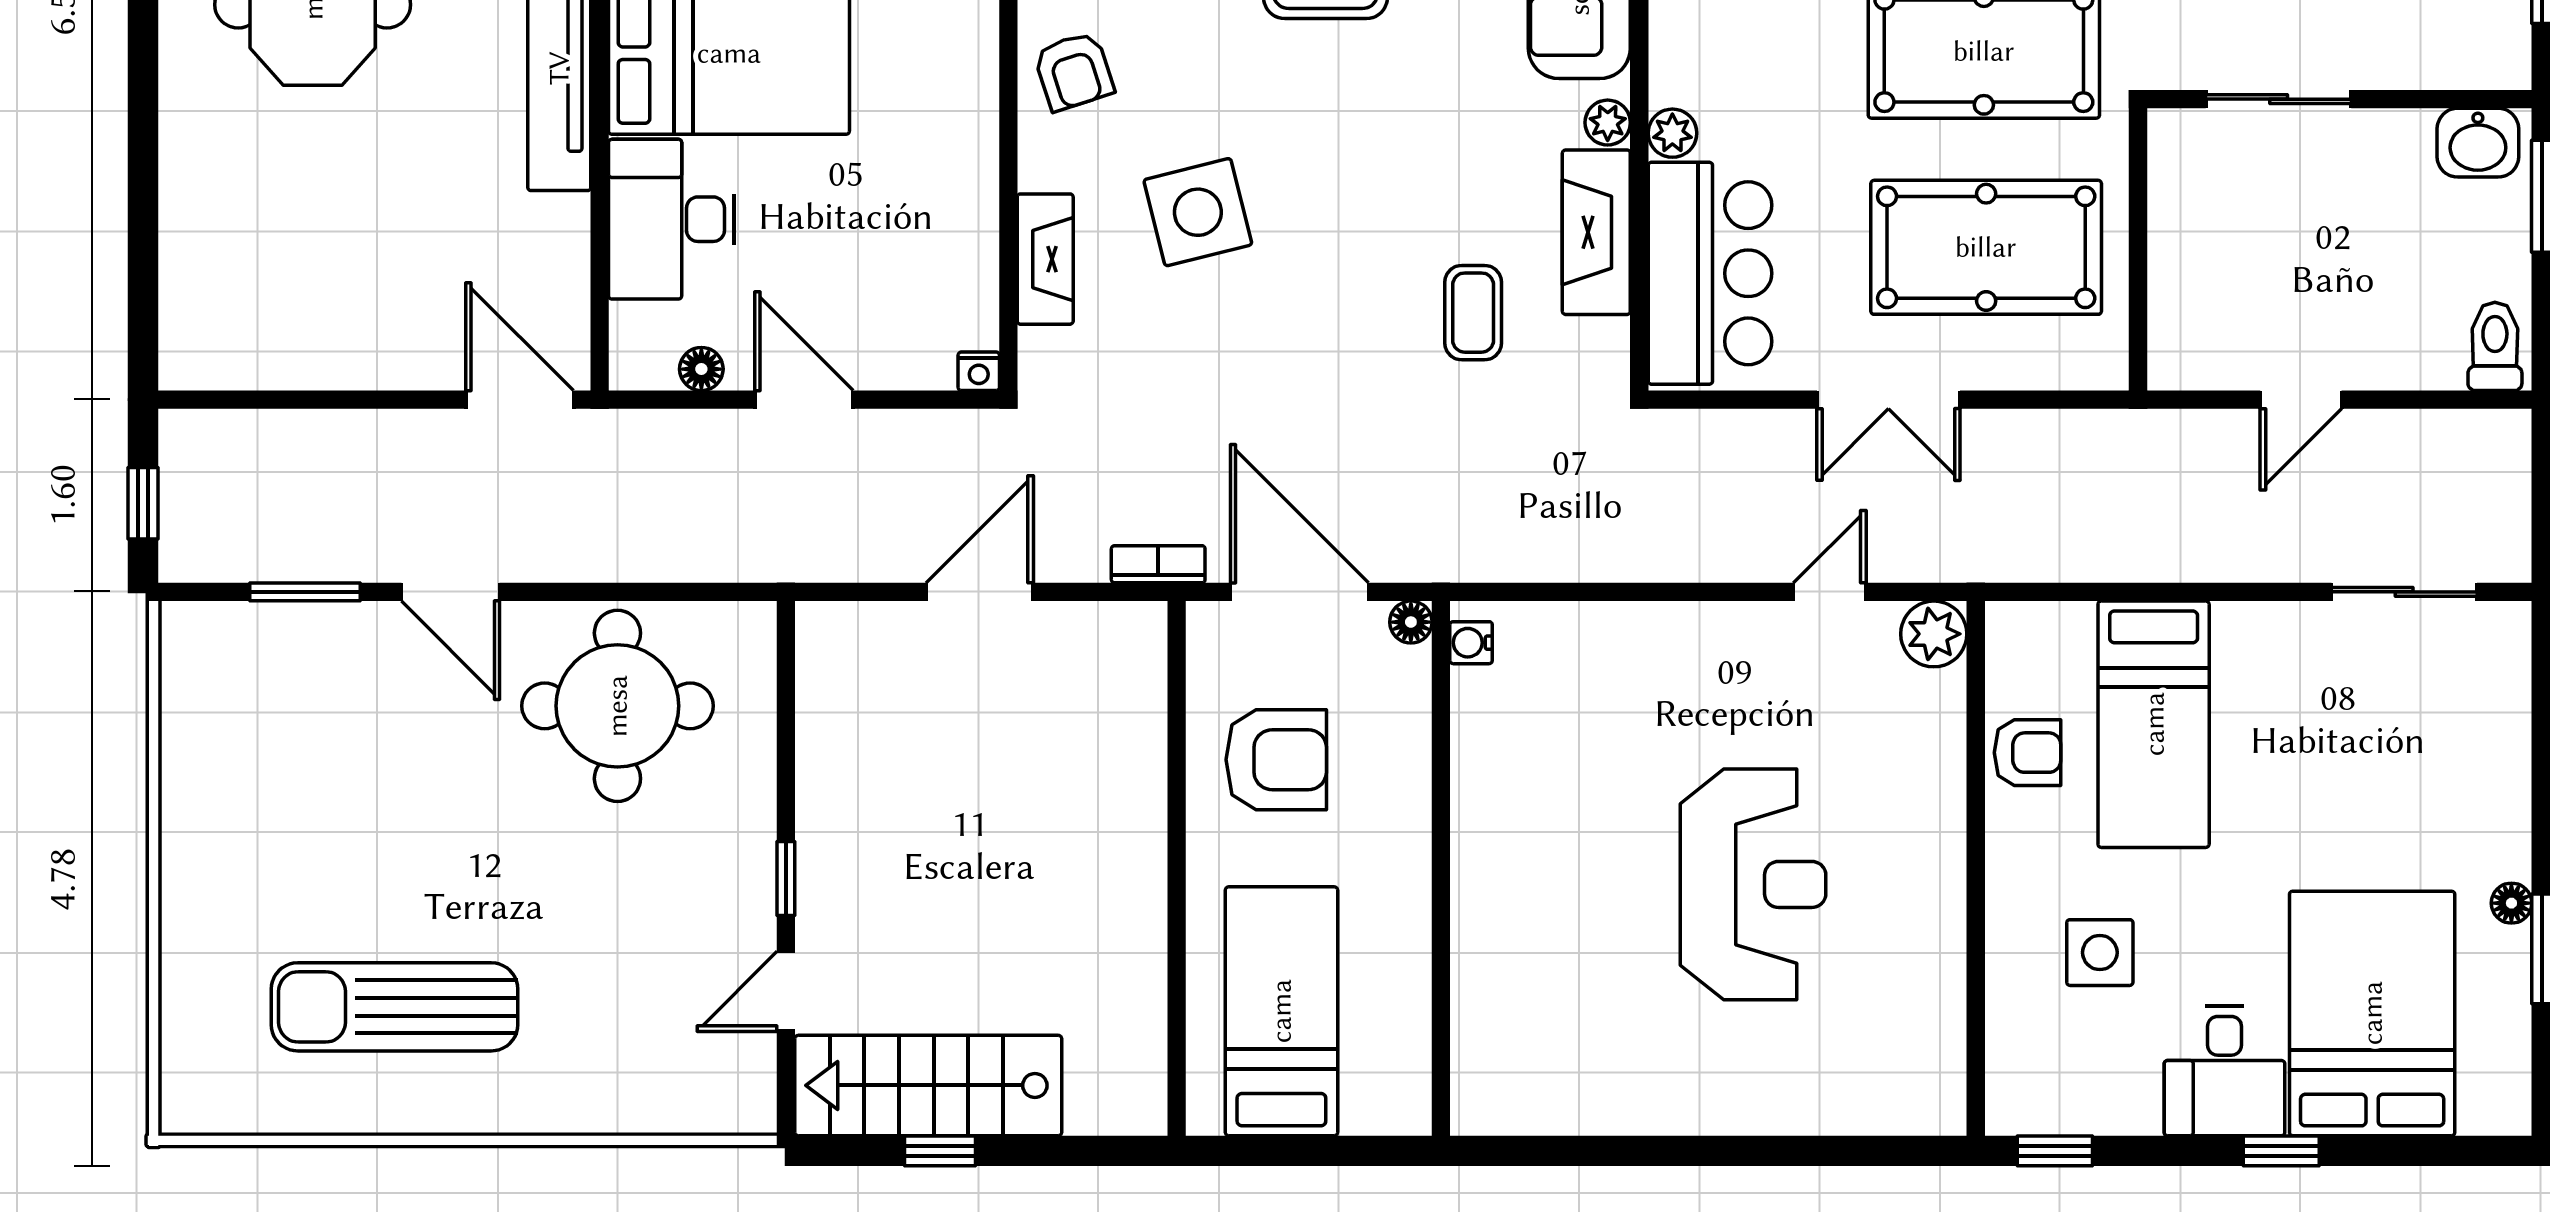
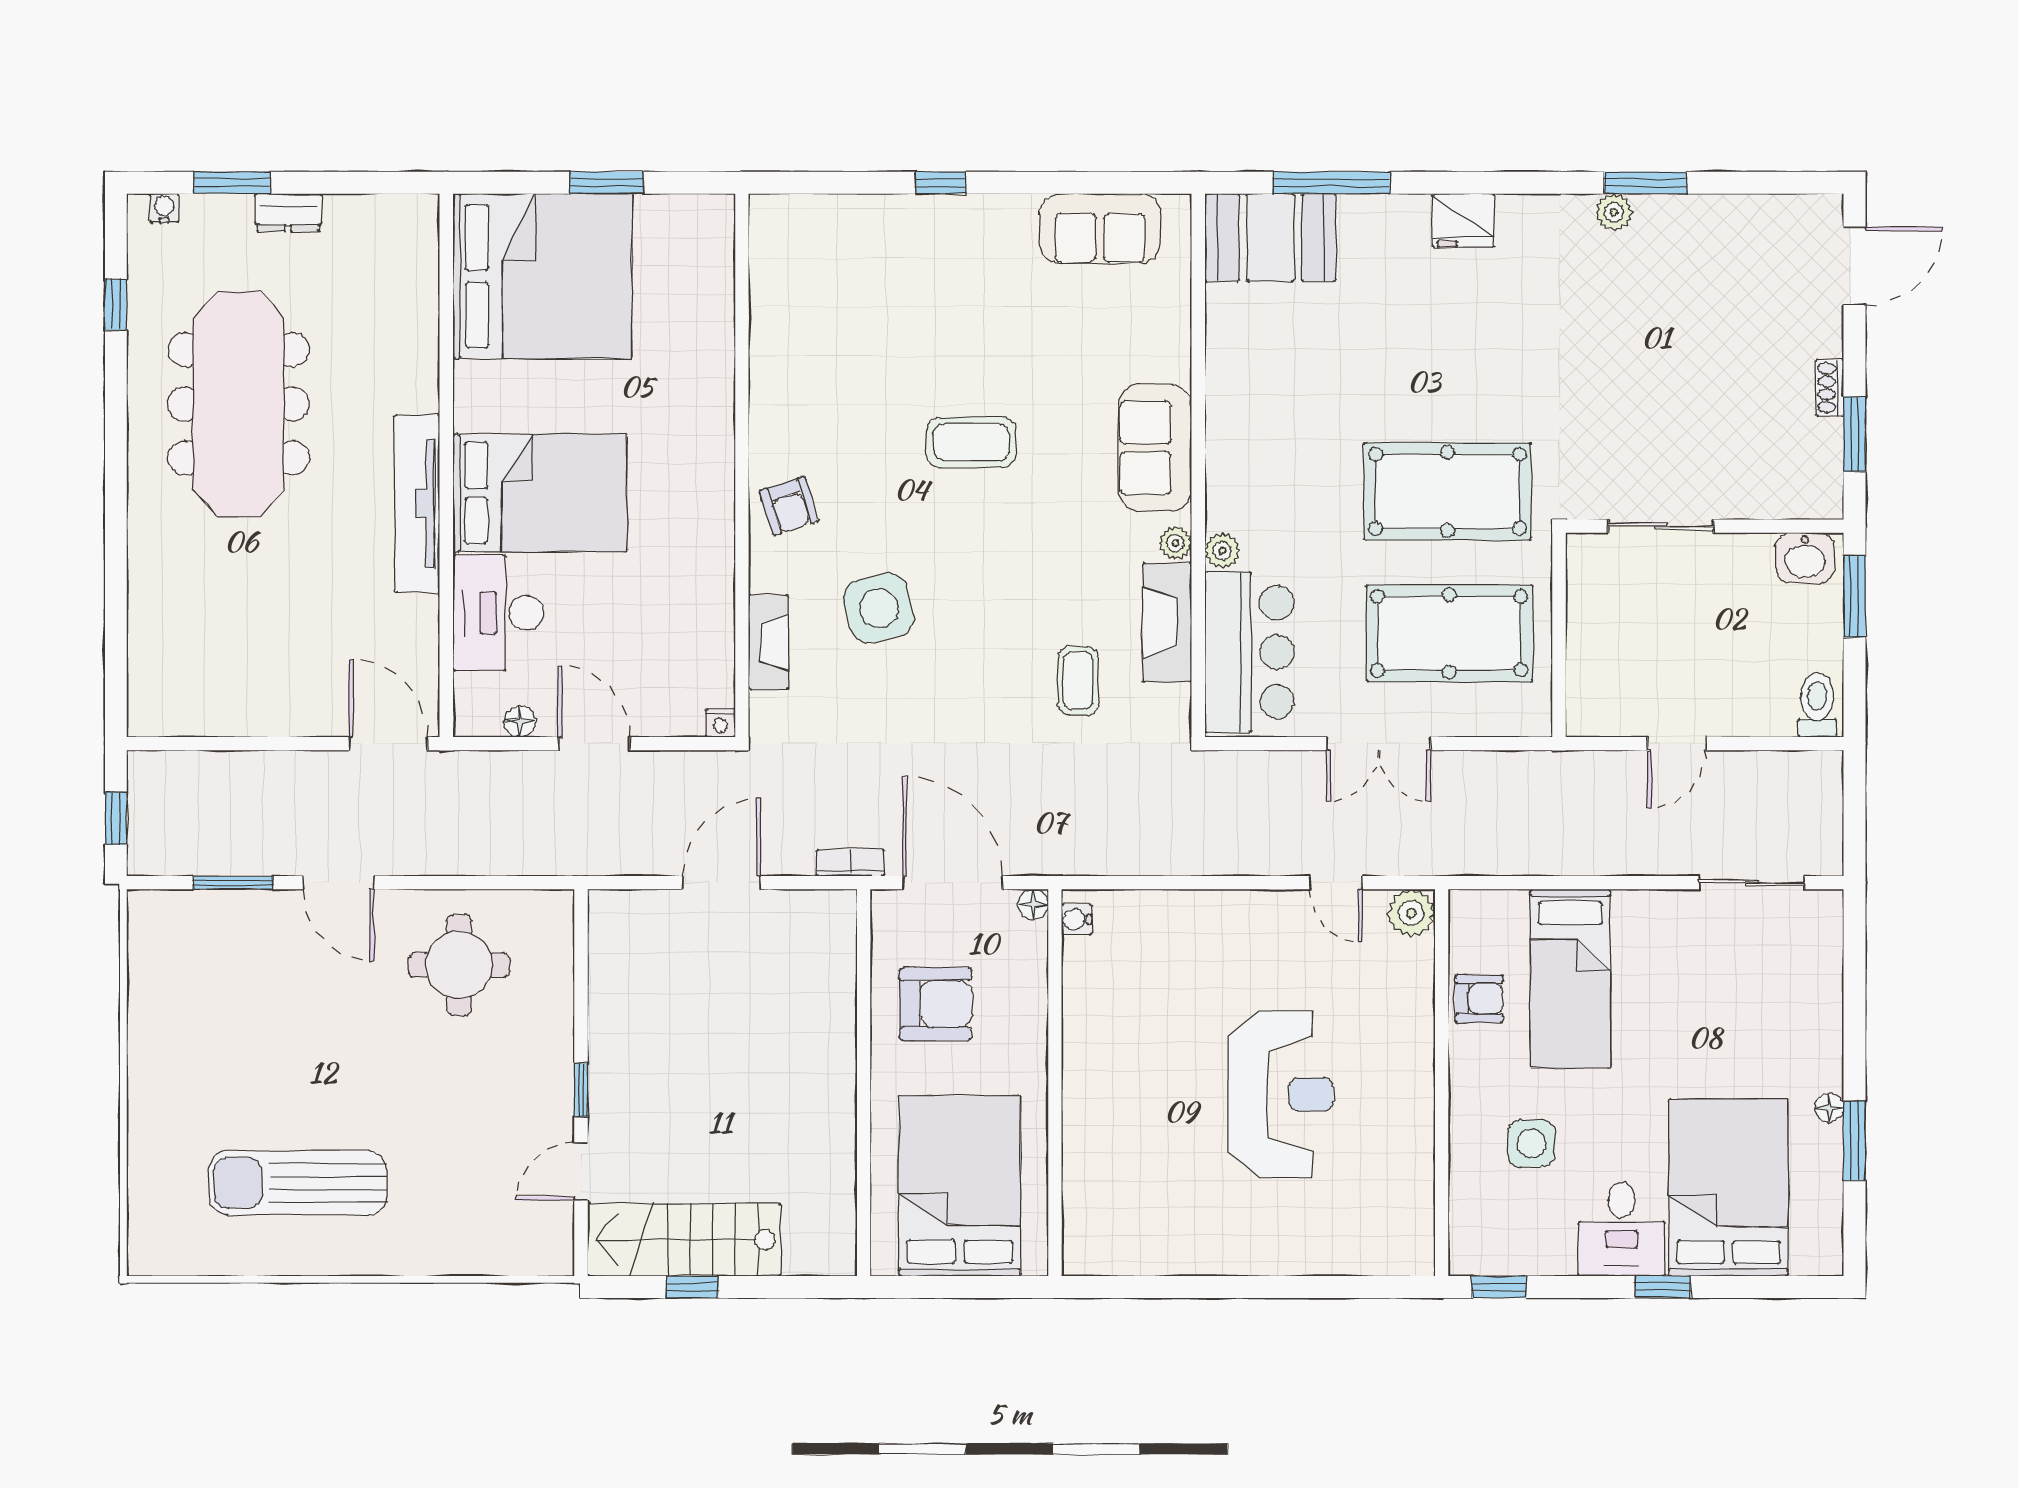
door: (1830, 592) -> (1336, 883), swing flipped
round table: (617, 706) -> (459, 965), width x0.73, depth x0.73
bed: (1281, 1011) -> (960, 1186), width x1.50

